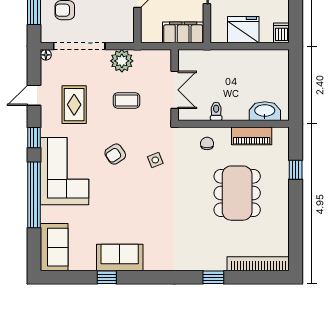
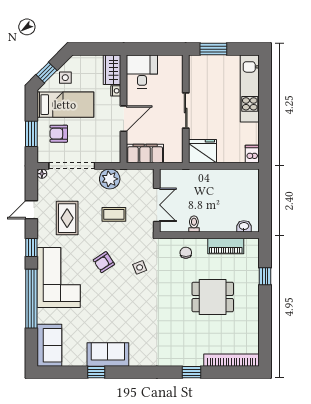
fridge: (243, 30) -> (203, 151), moved
filing cabinet: (183, 32) -> (145, 154), moved
washbasin: (265, 111) -> (244, 226), width x0.52, depth x0.69
dining table: (237, 193) -> (213, 297), width x0.73

